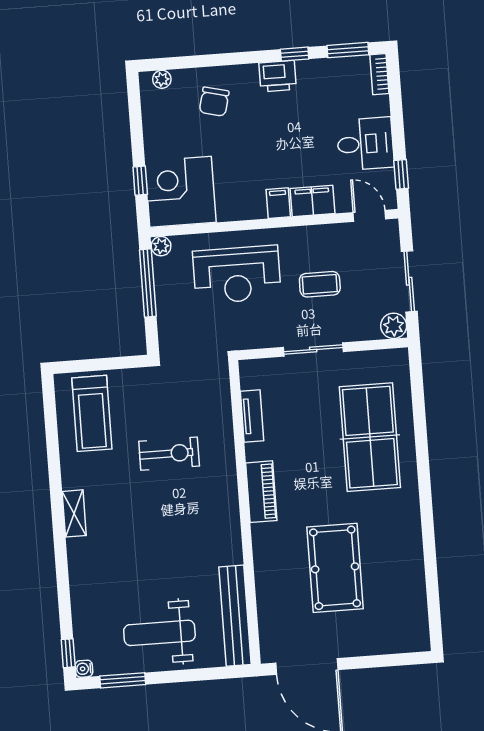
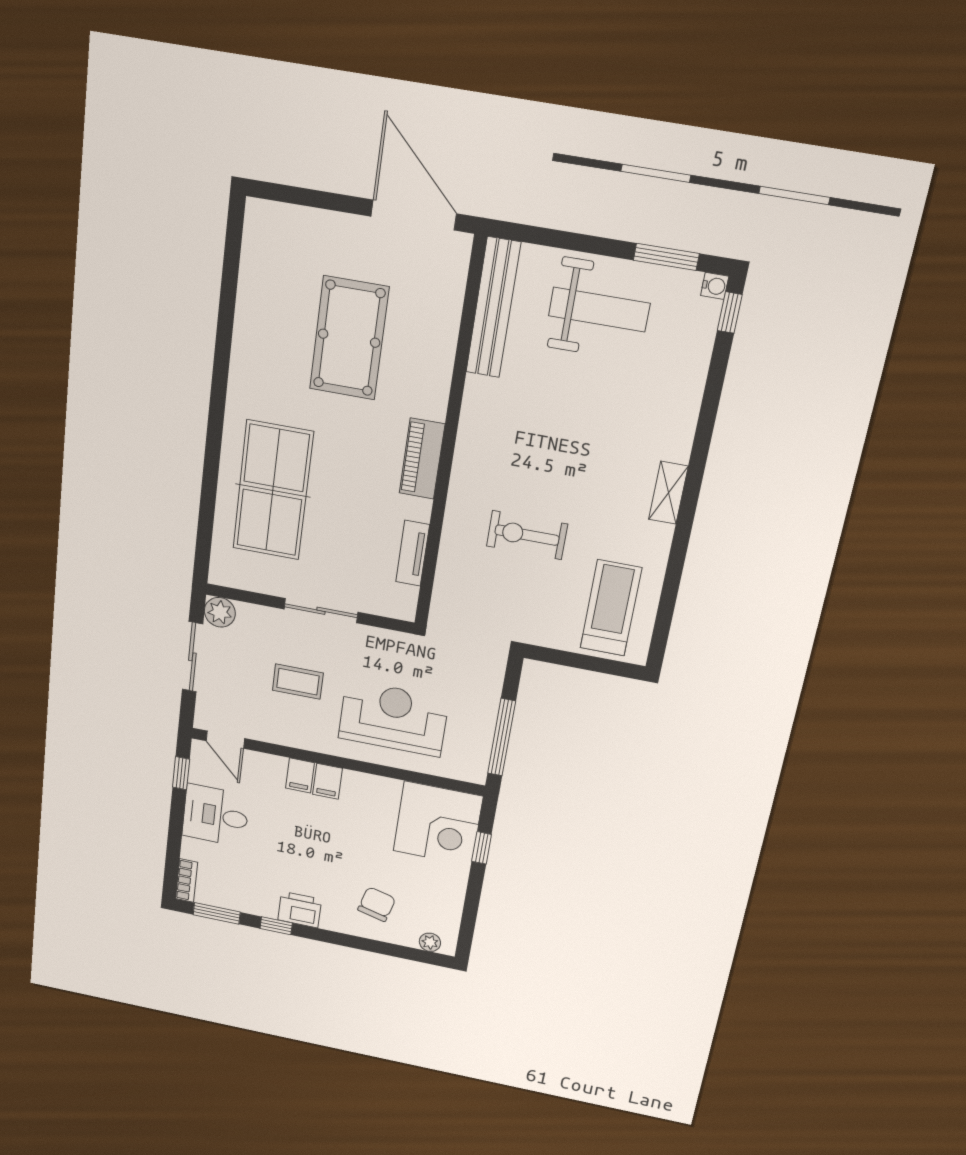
filing cabinet: (312, 201) -> (300, 775), width x0.50
plant: (161, 246) -> (475, 773), removed

